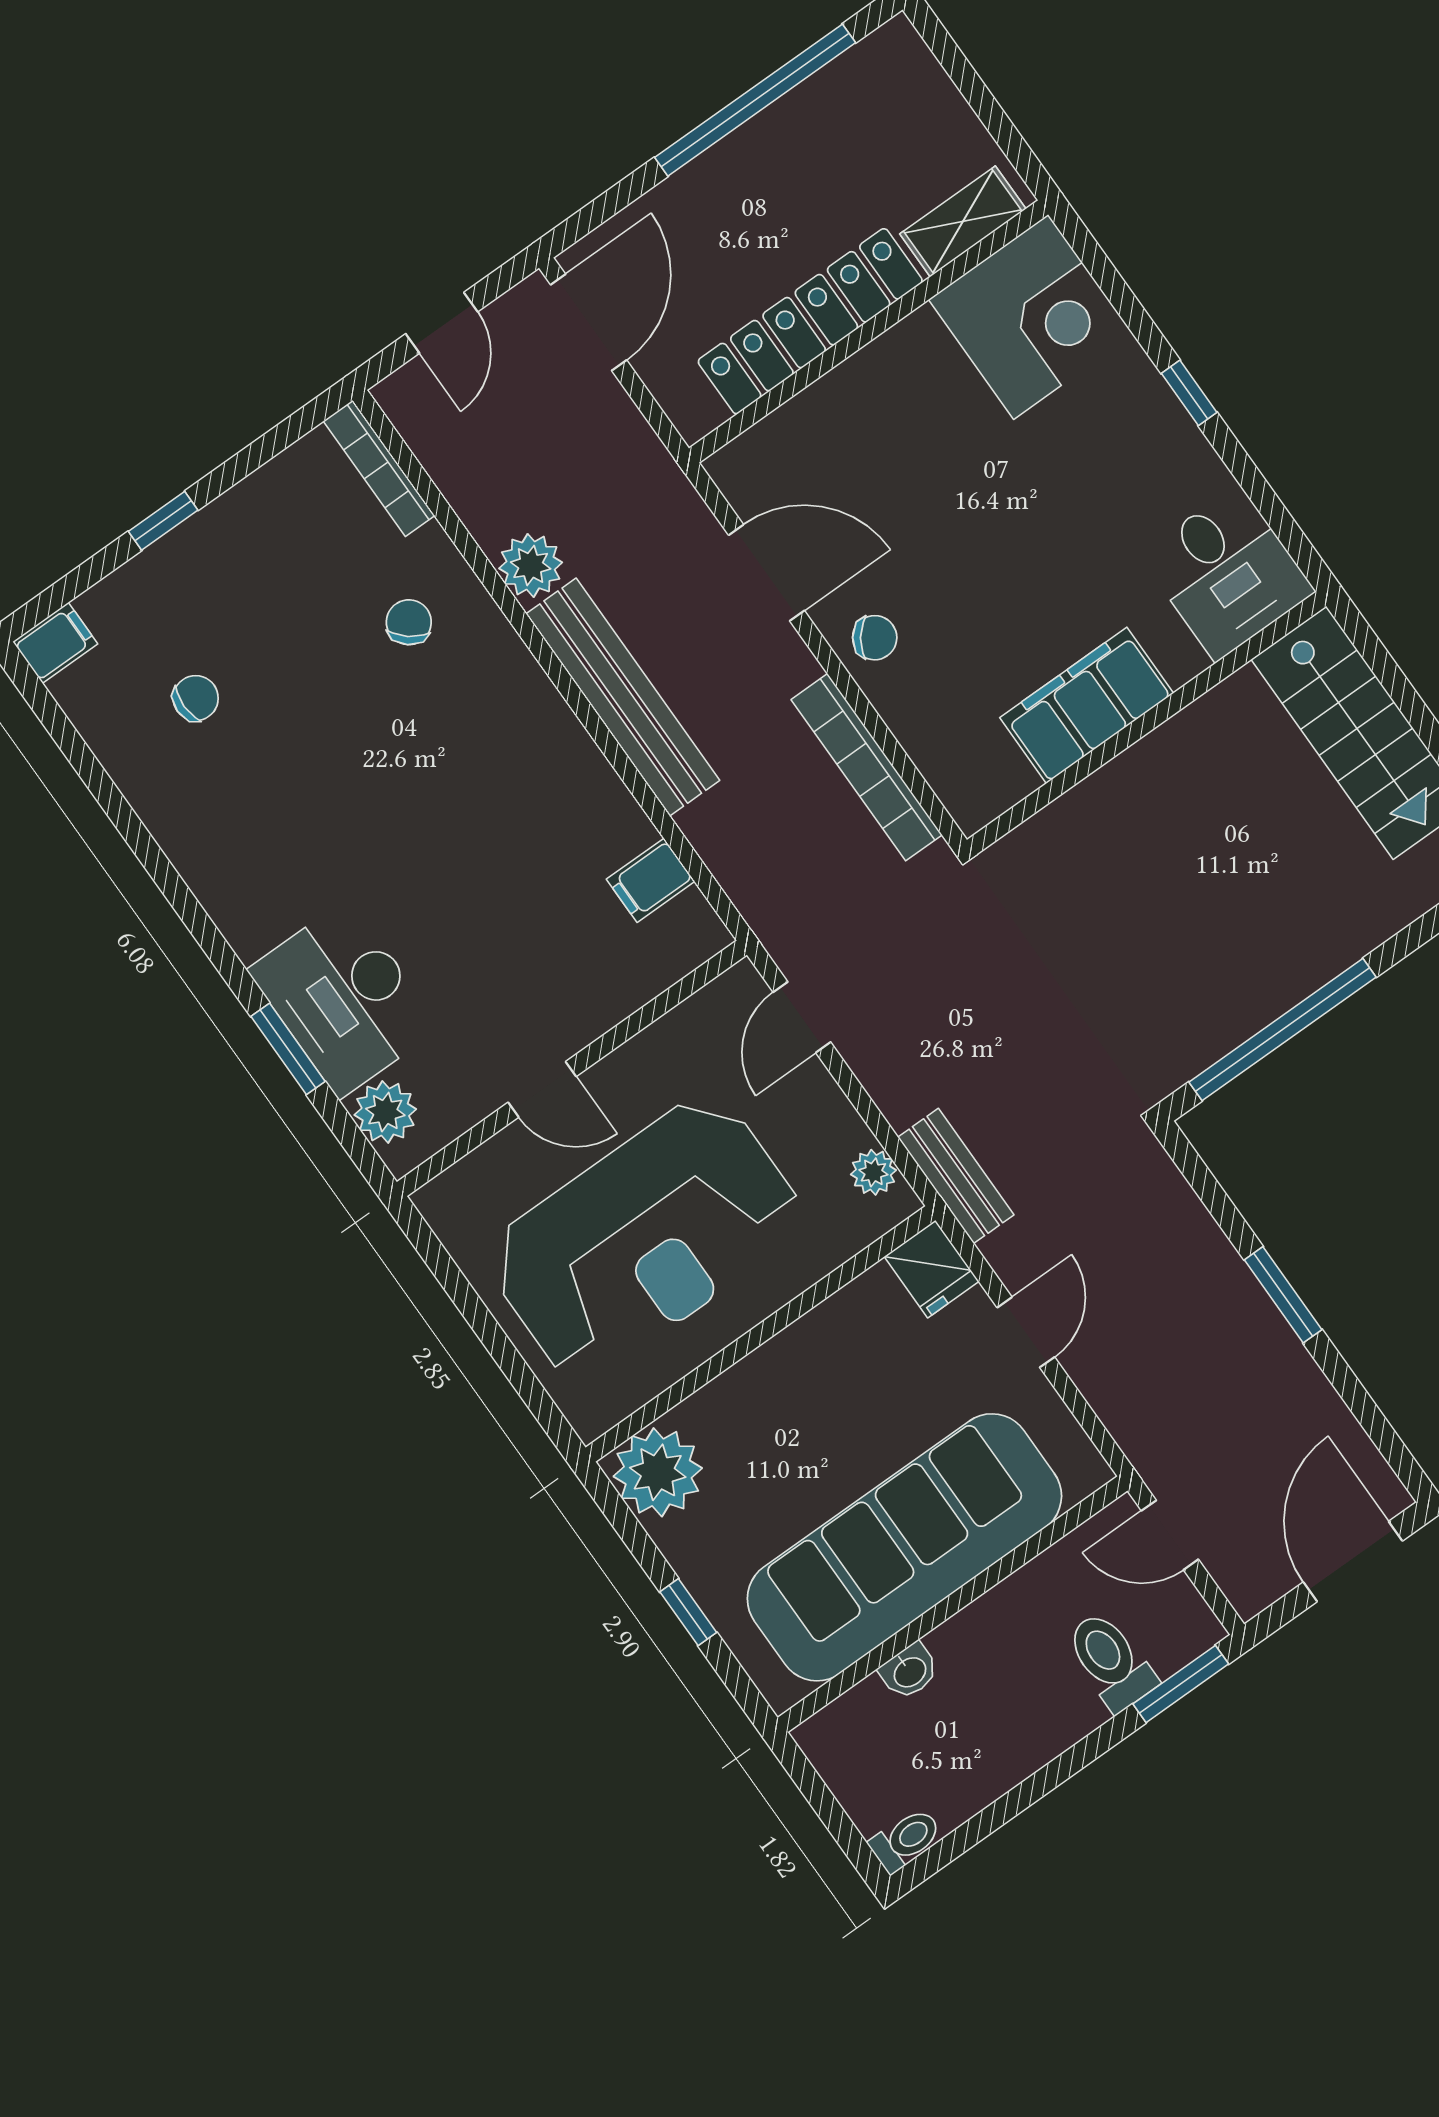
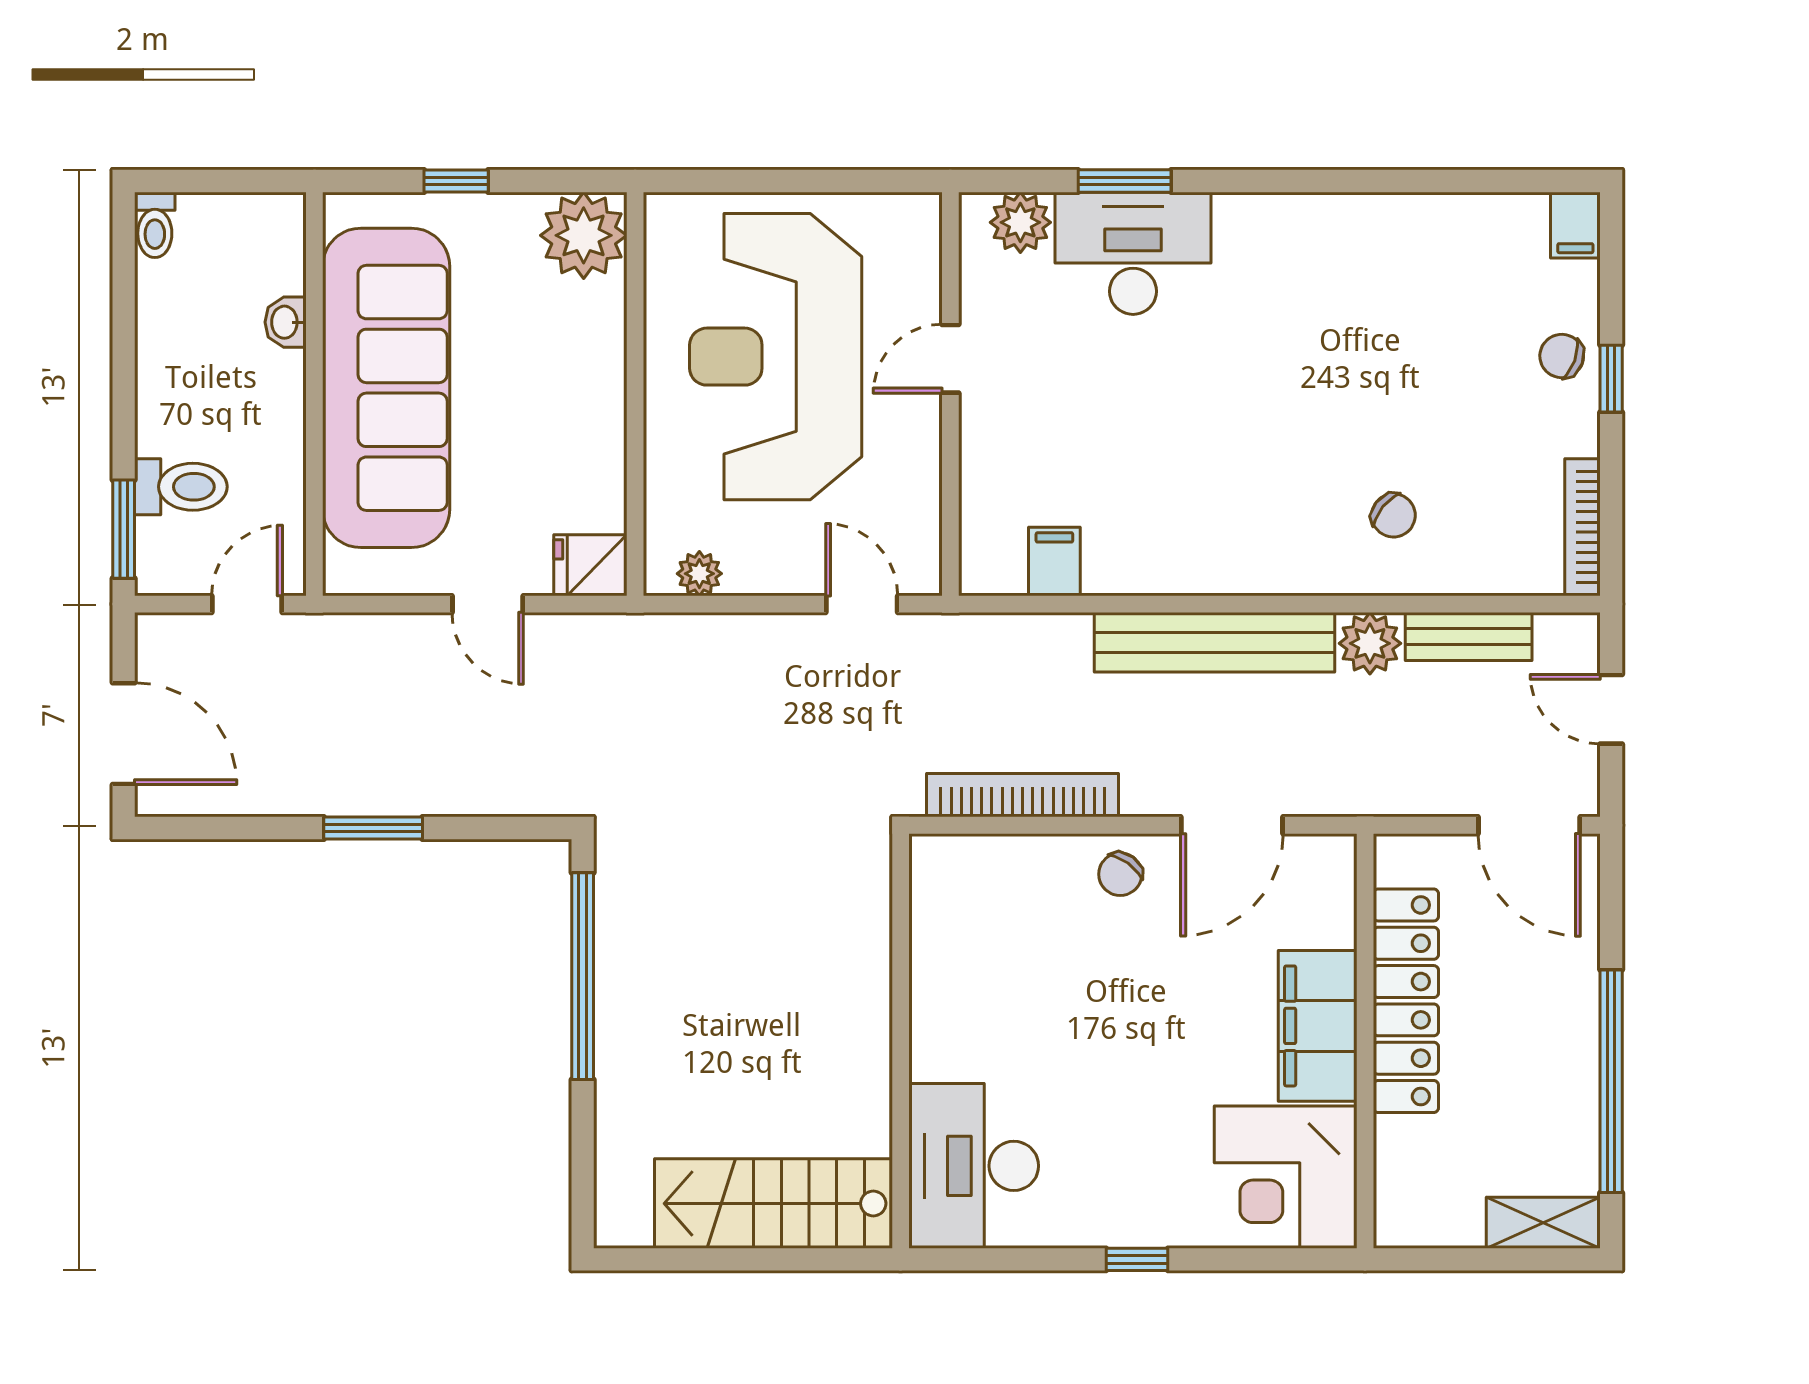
shelving: (963, 221) -> (1543, 1223), moved, turned 90
bookcase: (379, 468) -> (1583, 527), moved, turned -90
desk: (1227, 573) -> (974, 1166), width x1.37
chair: (196, 698) -> (1562, 356), moved, turned 110
filing cabinet: (1087, 705) -> (1318, 1026), moved, turned 180
bench: (956, 1176) -> (1469, 637), moved

